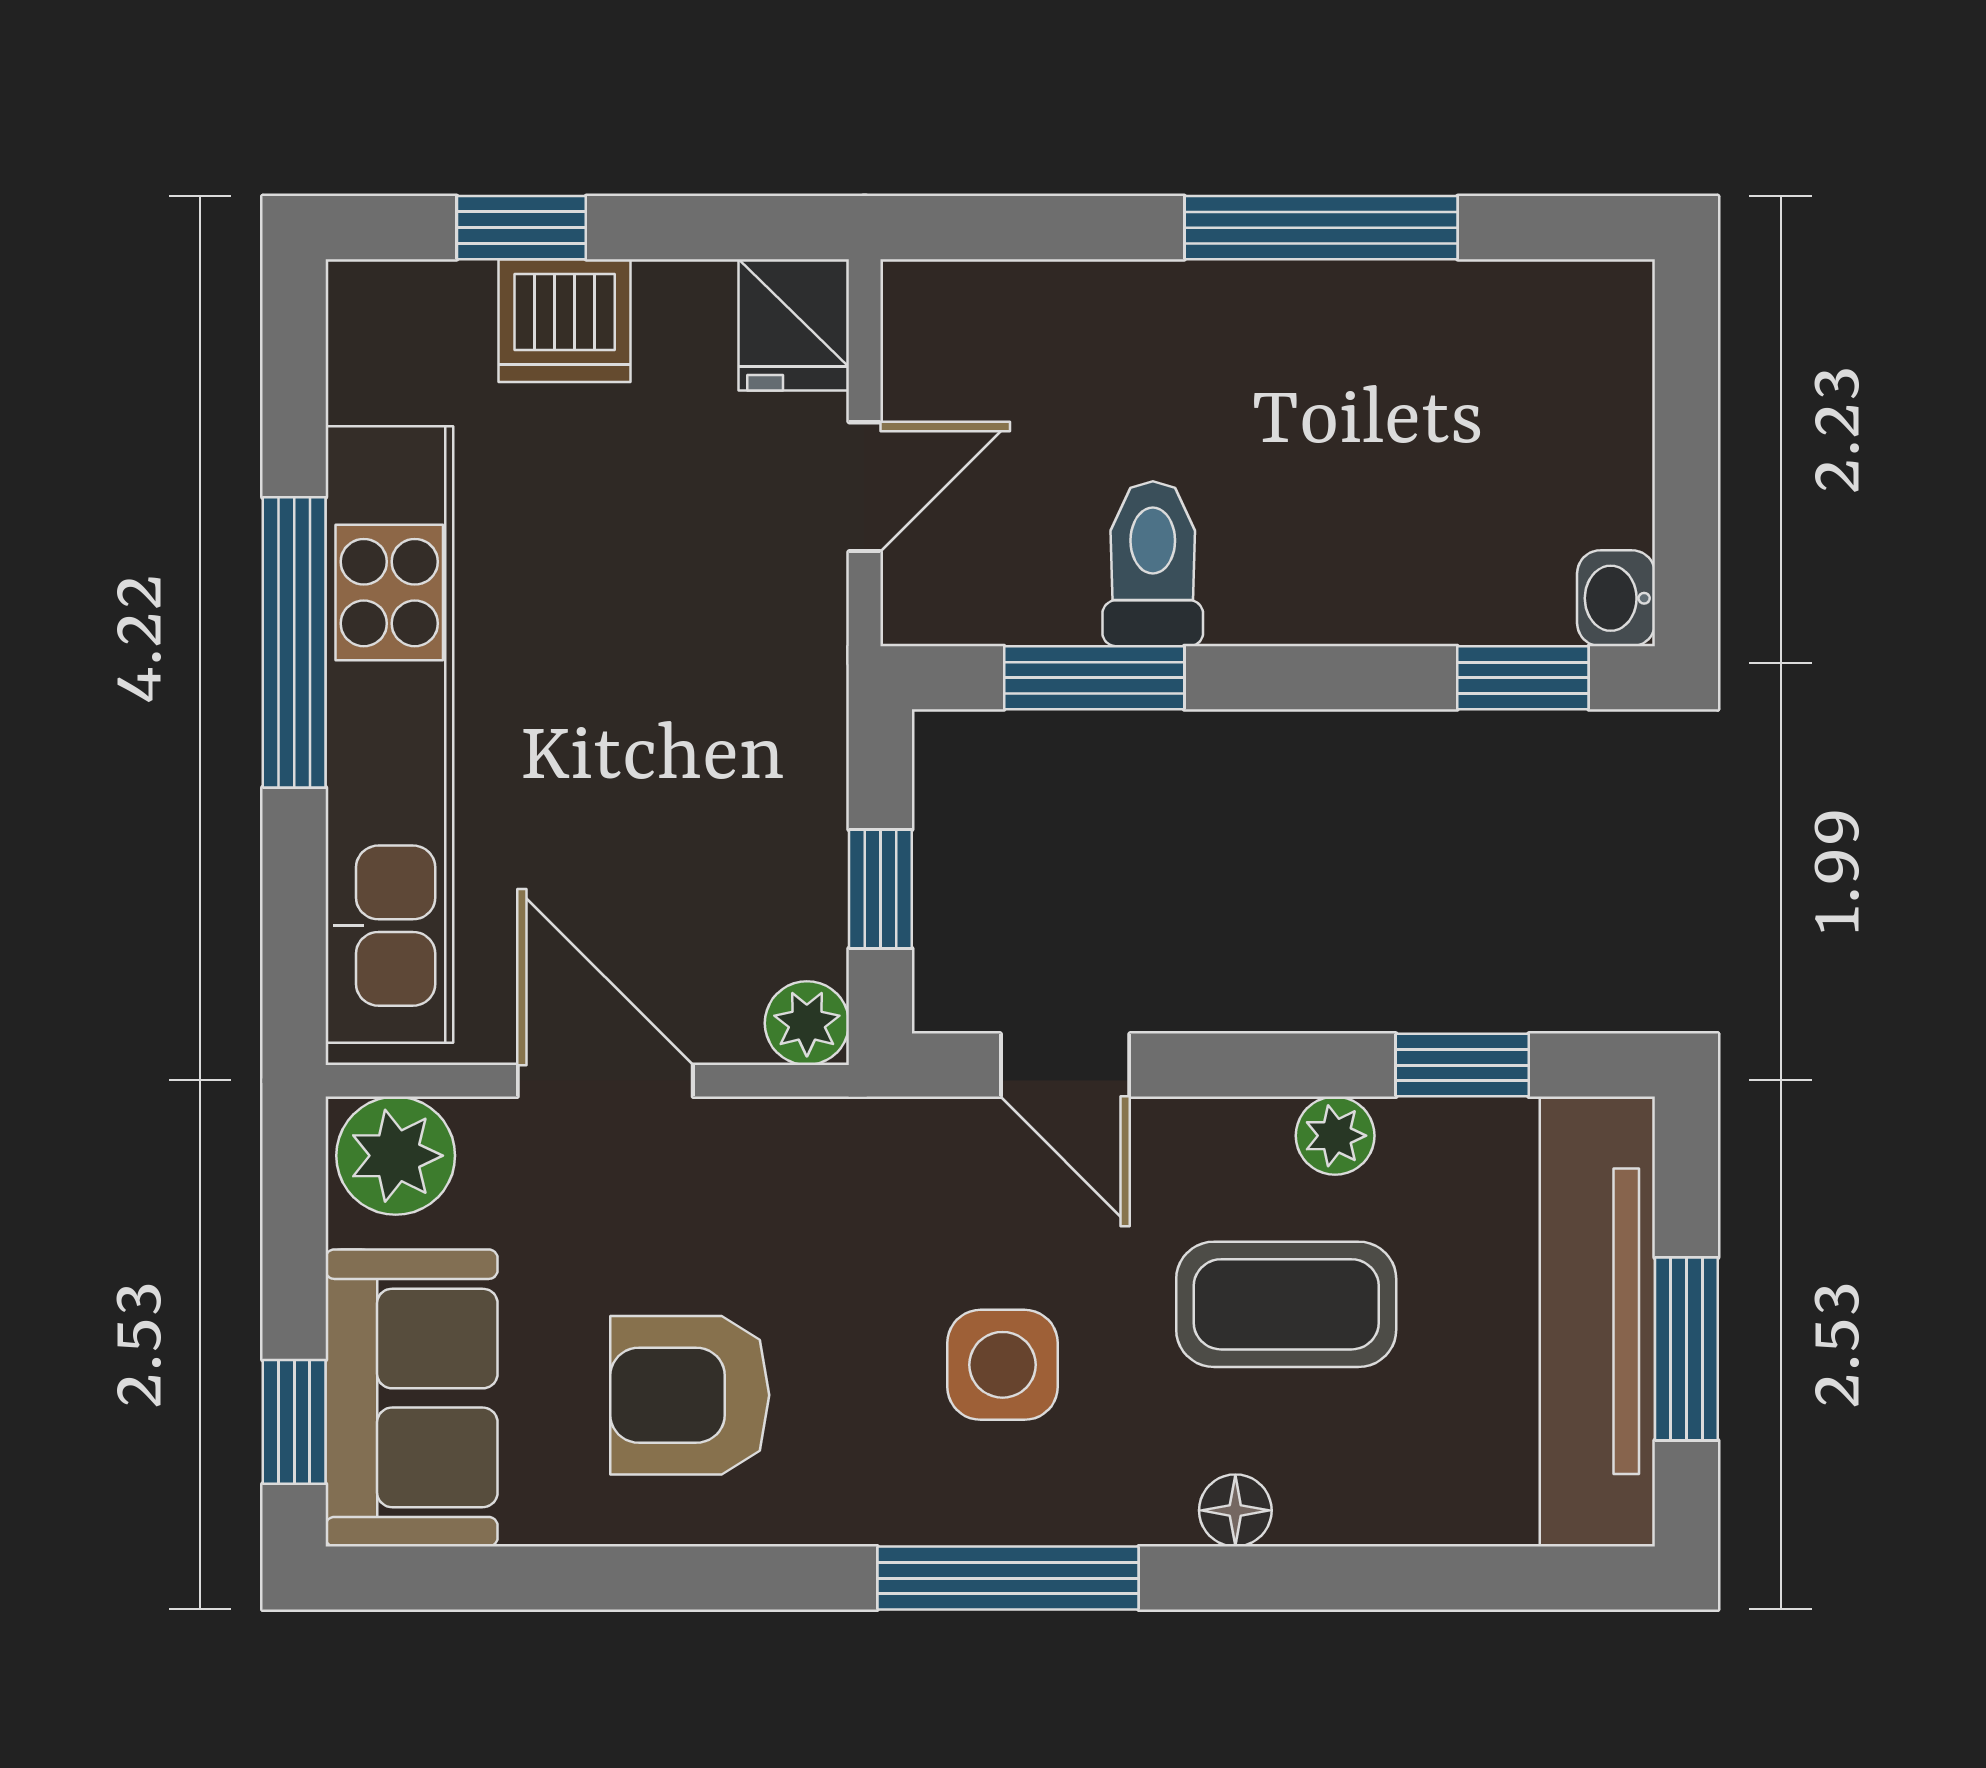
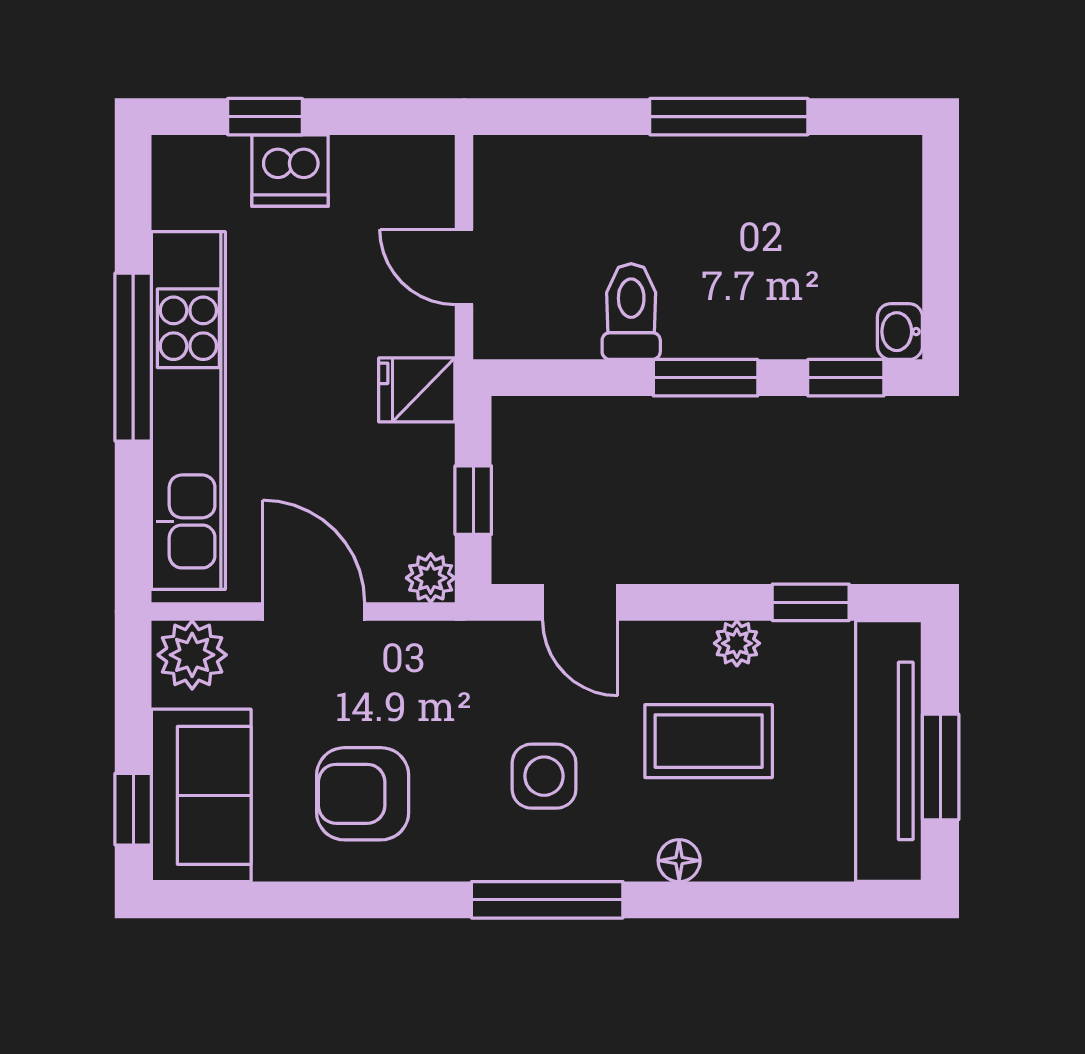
fridge: (794, 325) -> (417, 390), moved, turned 90
door: (865, 487) -> (464, 267), swing flipped
window: (1094, 678) -> (706, 378), moved

